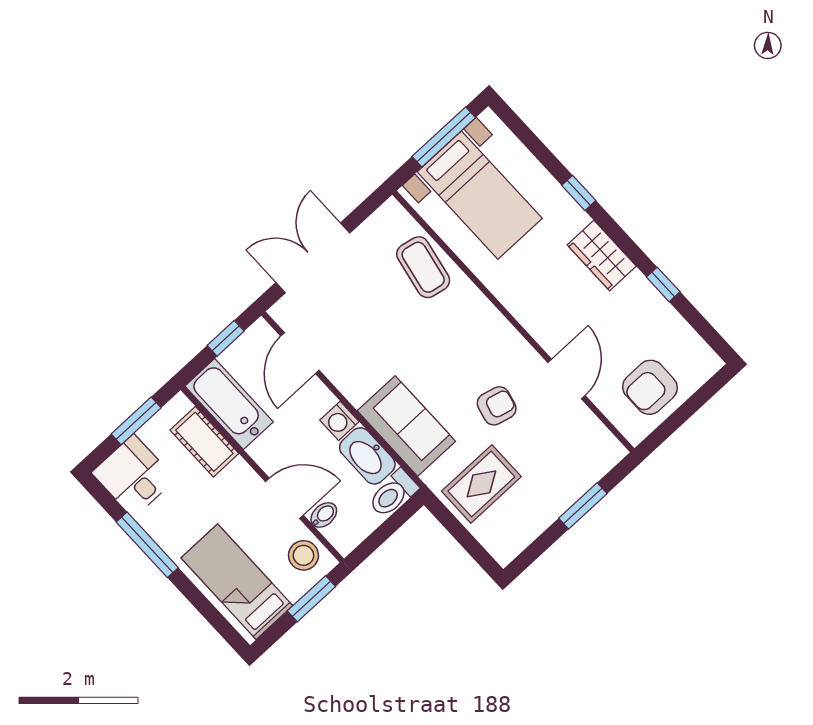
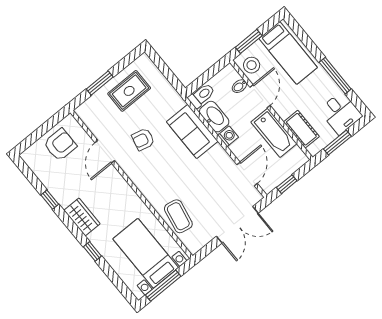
bathtub: (229, 404) -> (274, 133), moved
rug: (481, 484) -> (129, 91), moved
door: (284, 498) -> (260, 96), swing flipped

